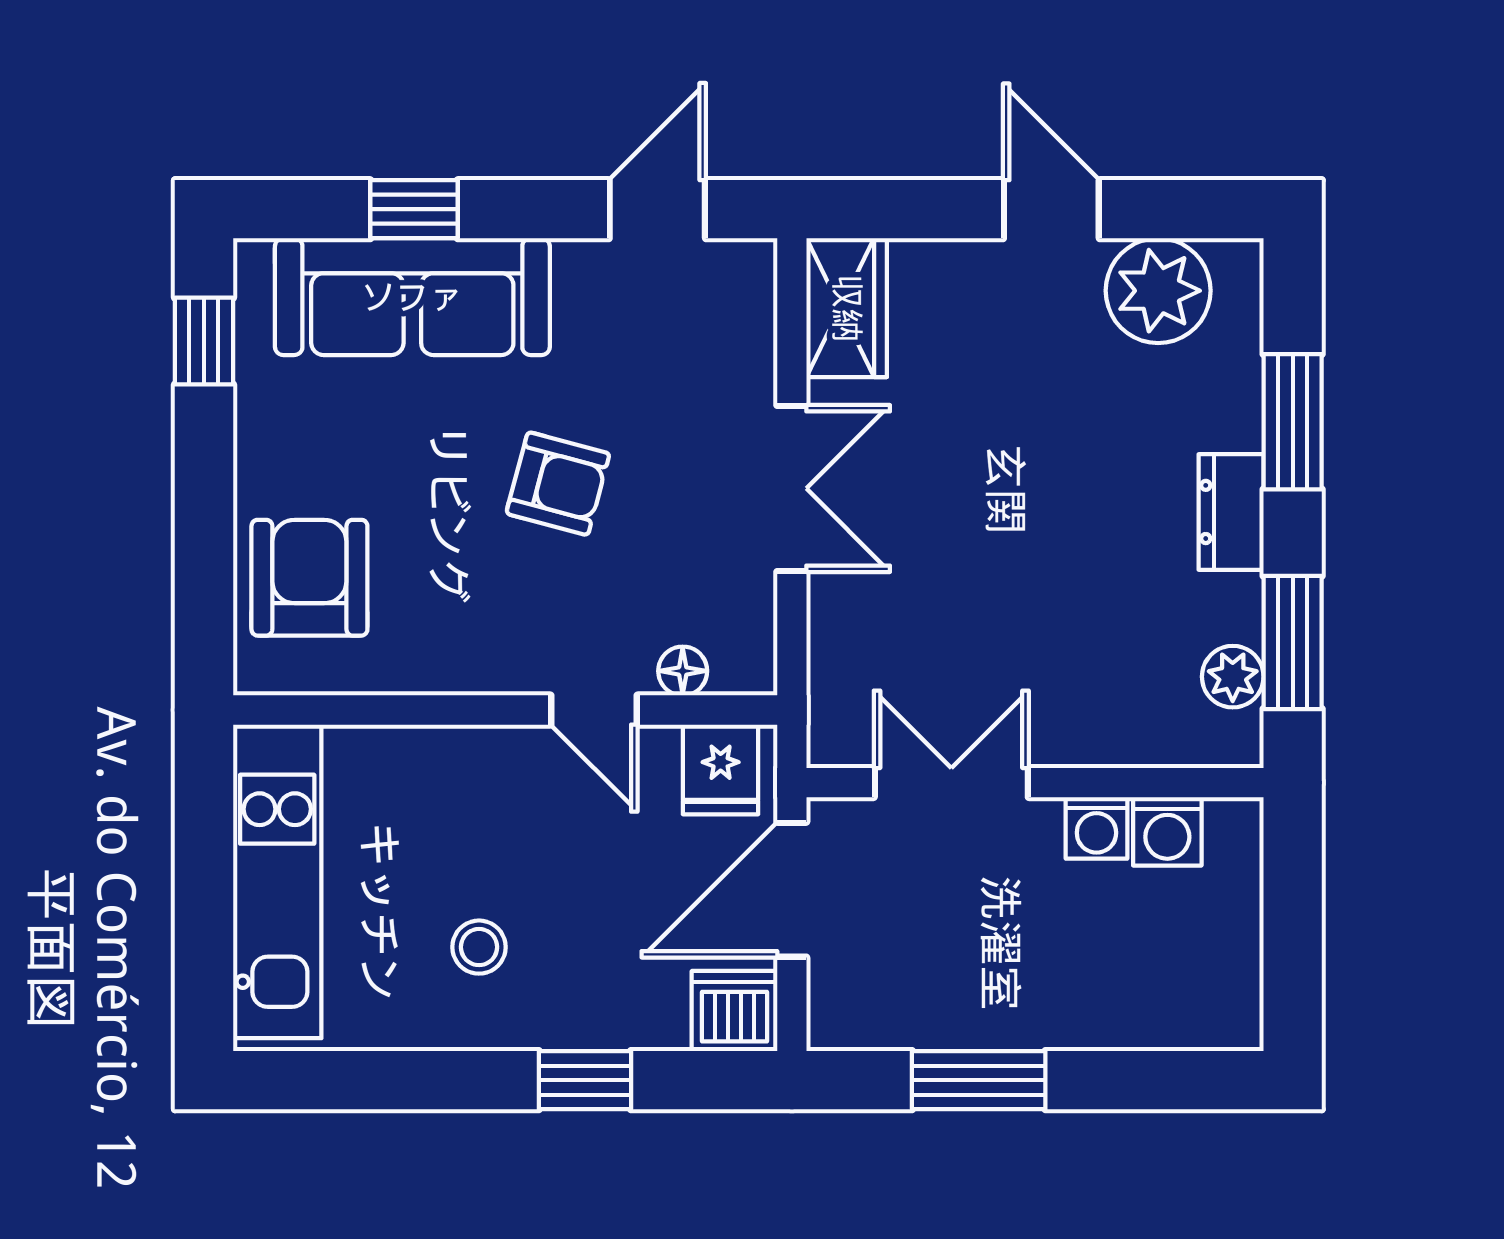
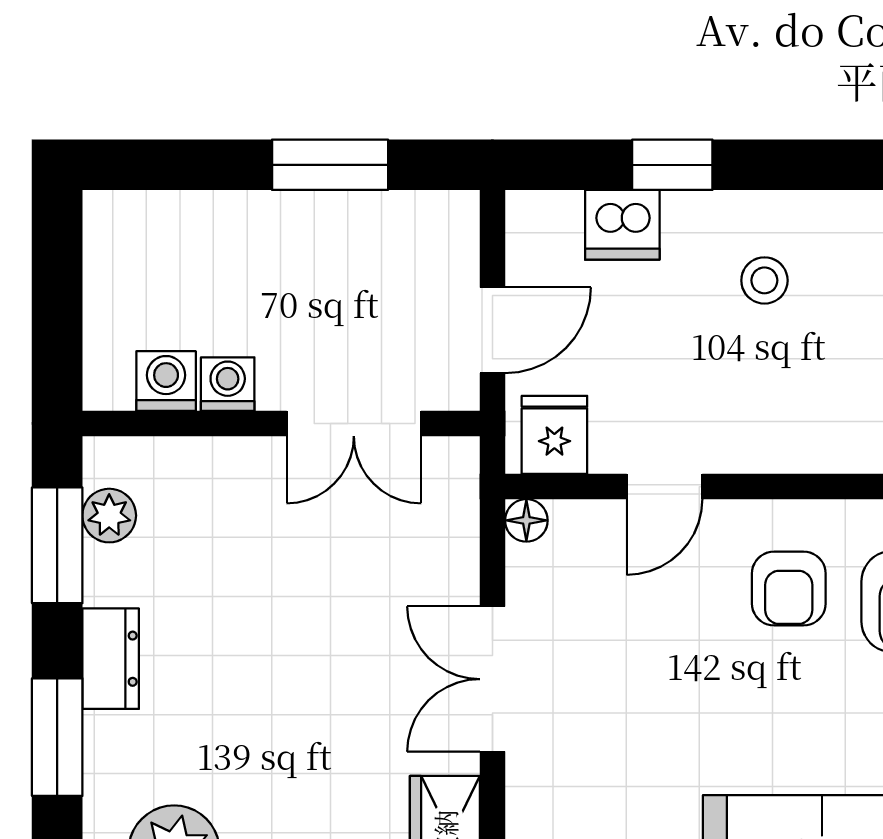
armchair: (558, 484) -> (789, 589), moved, turned -105
floor lamp: (683, 671) -> (526, 520), moved
door: (594, 710) -> (664, 487), swing flipped
door: (792, 890) -> (492, 330), width x0.73
dishwasher: (734, 1011) -> (622, 225), moved

